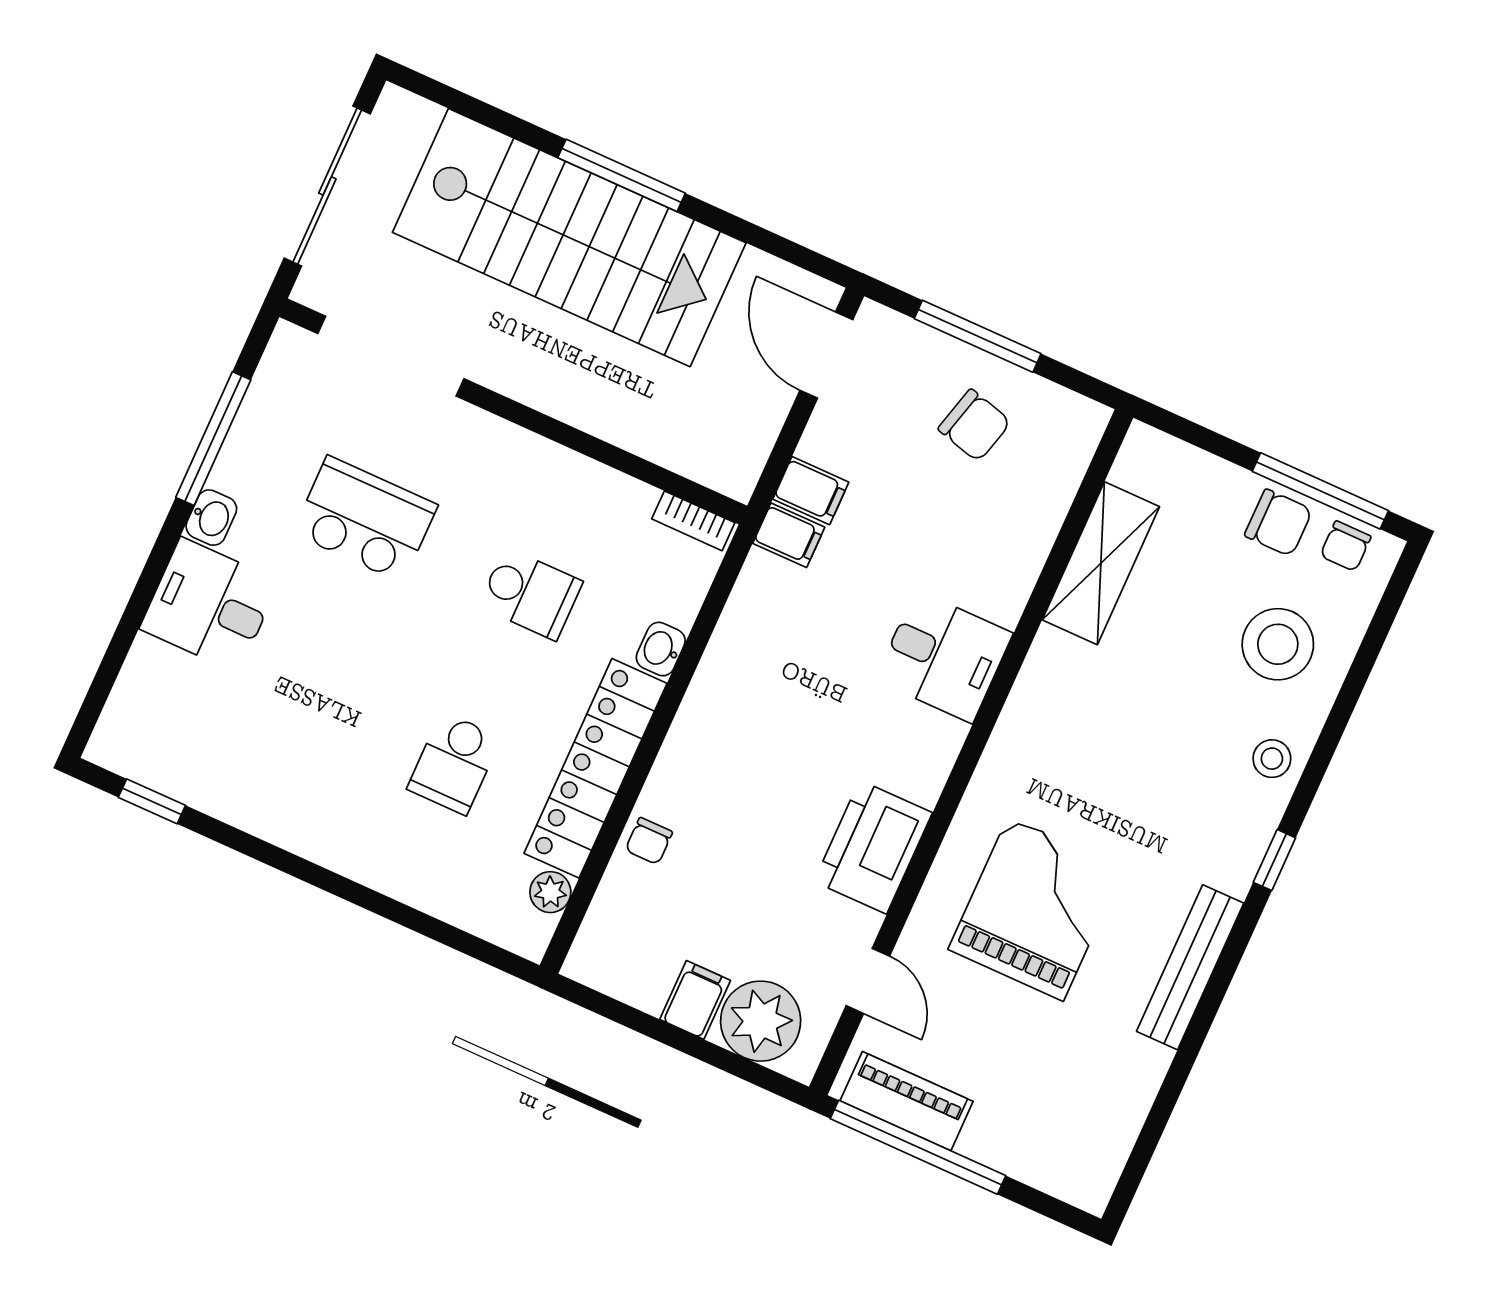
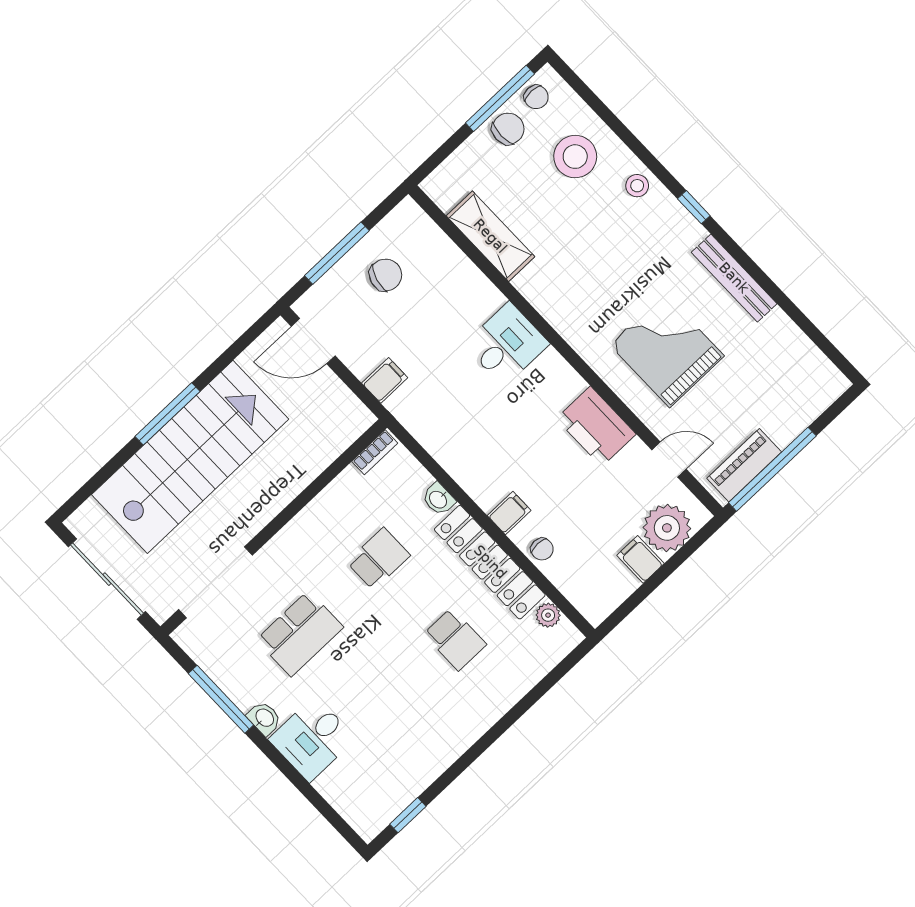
school desk: (365, 519) -> (300, 633), turned 180
filing cabinet: (789, 535) -> (509, 513), moved

